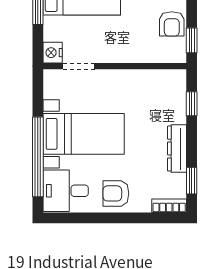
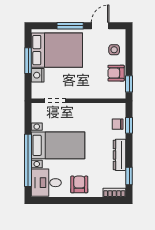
armchair: (172, 24) -> (116, 73), turned 90
nightstand: (53, 53) -> (38, 75), moved
chair: (174, 102) -> (118, 124), added
armchair: (116, 193) -> (79, 184), turned 90

